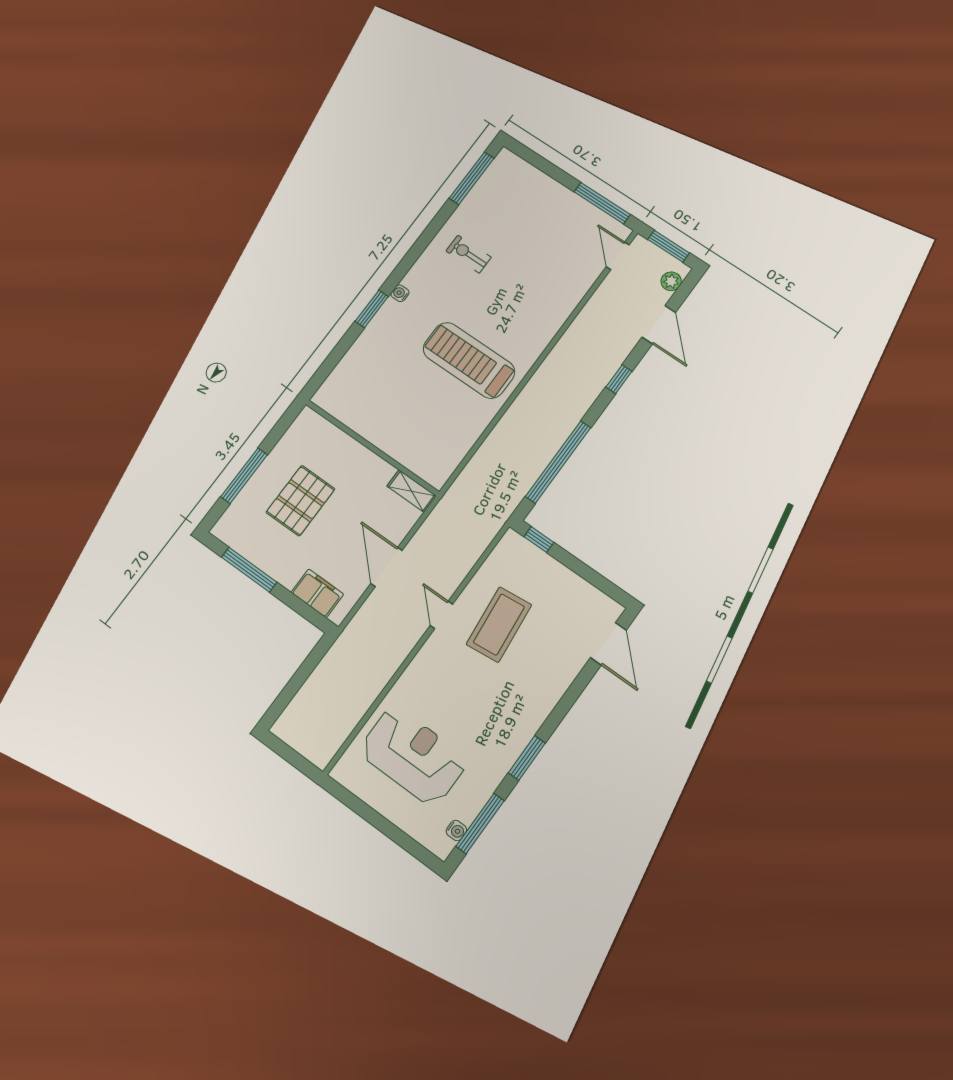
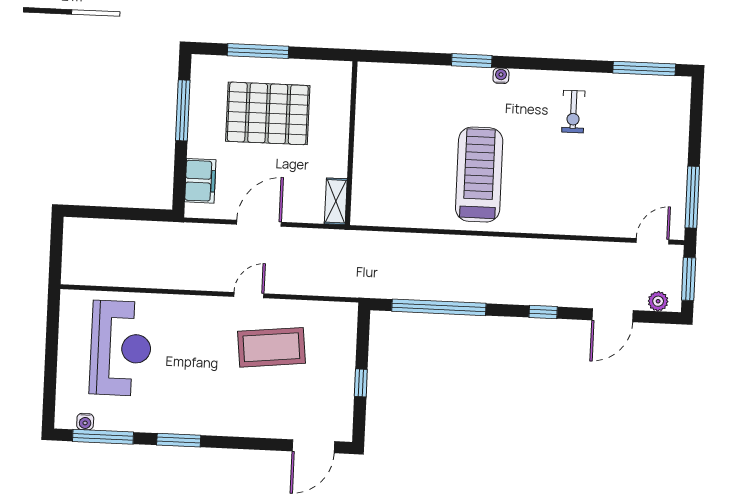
exercise bike: (468, 254) -> (573, 112), turned 180
pallet: (300, 501) -> (268, 113), width x1.37, depth x1.41
window: (539, 540) -> (361, 383), moved

